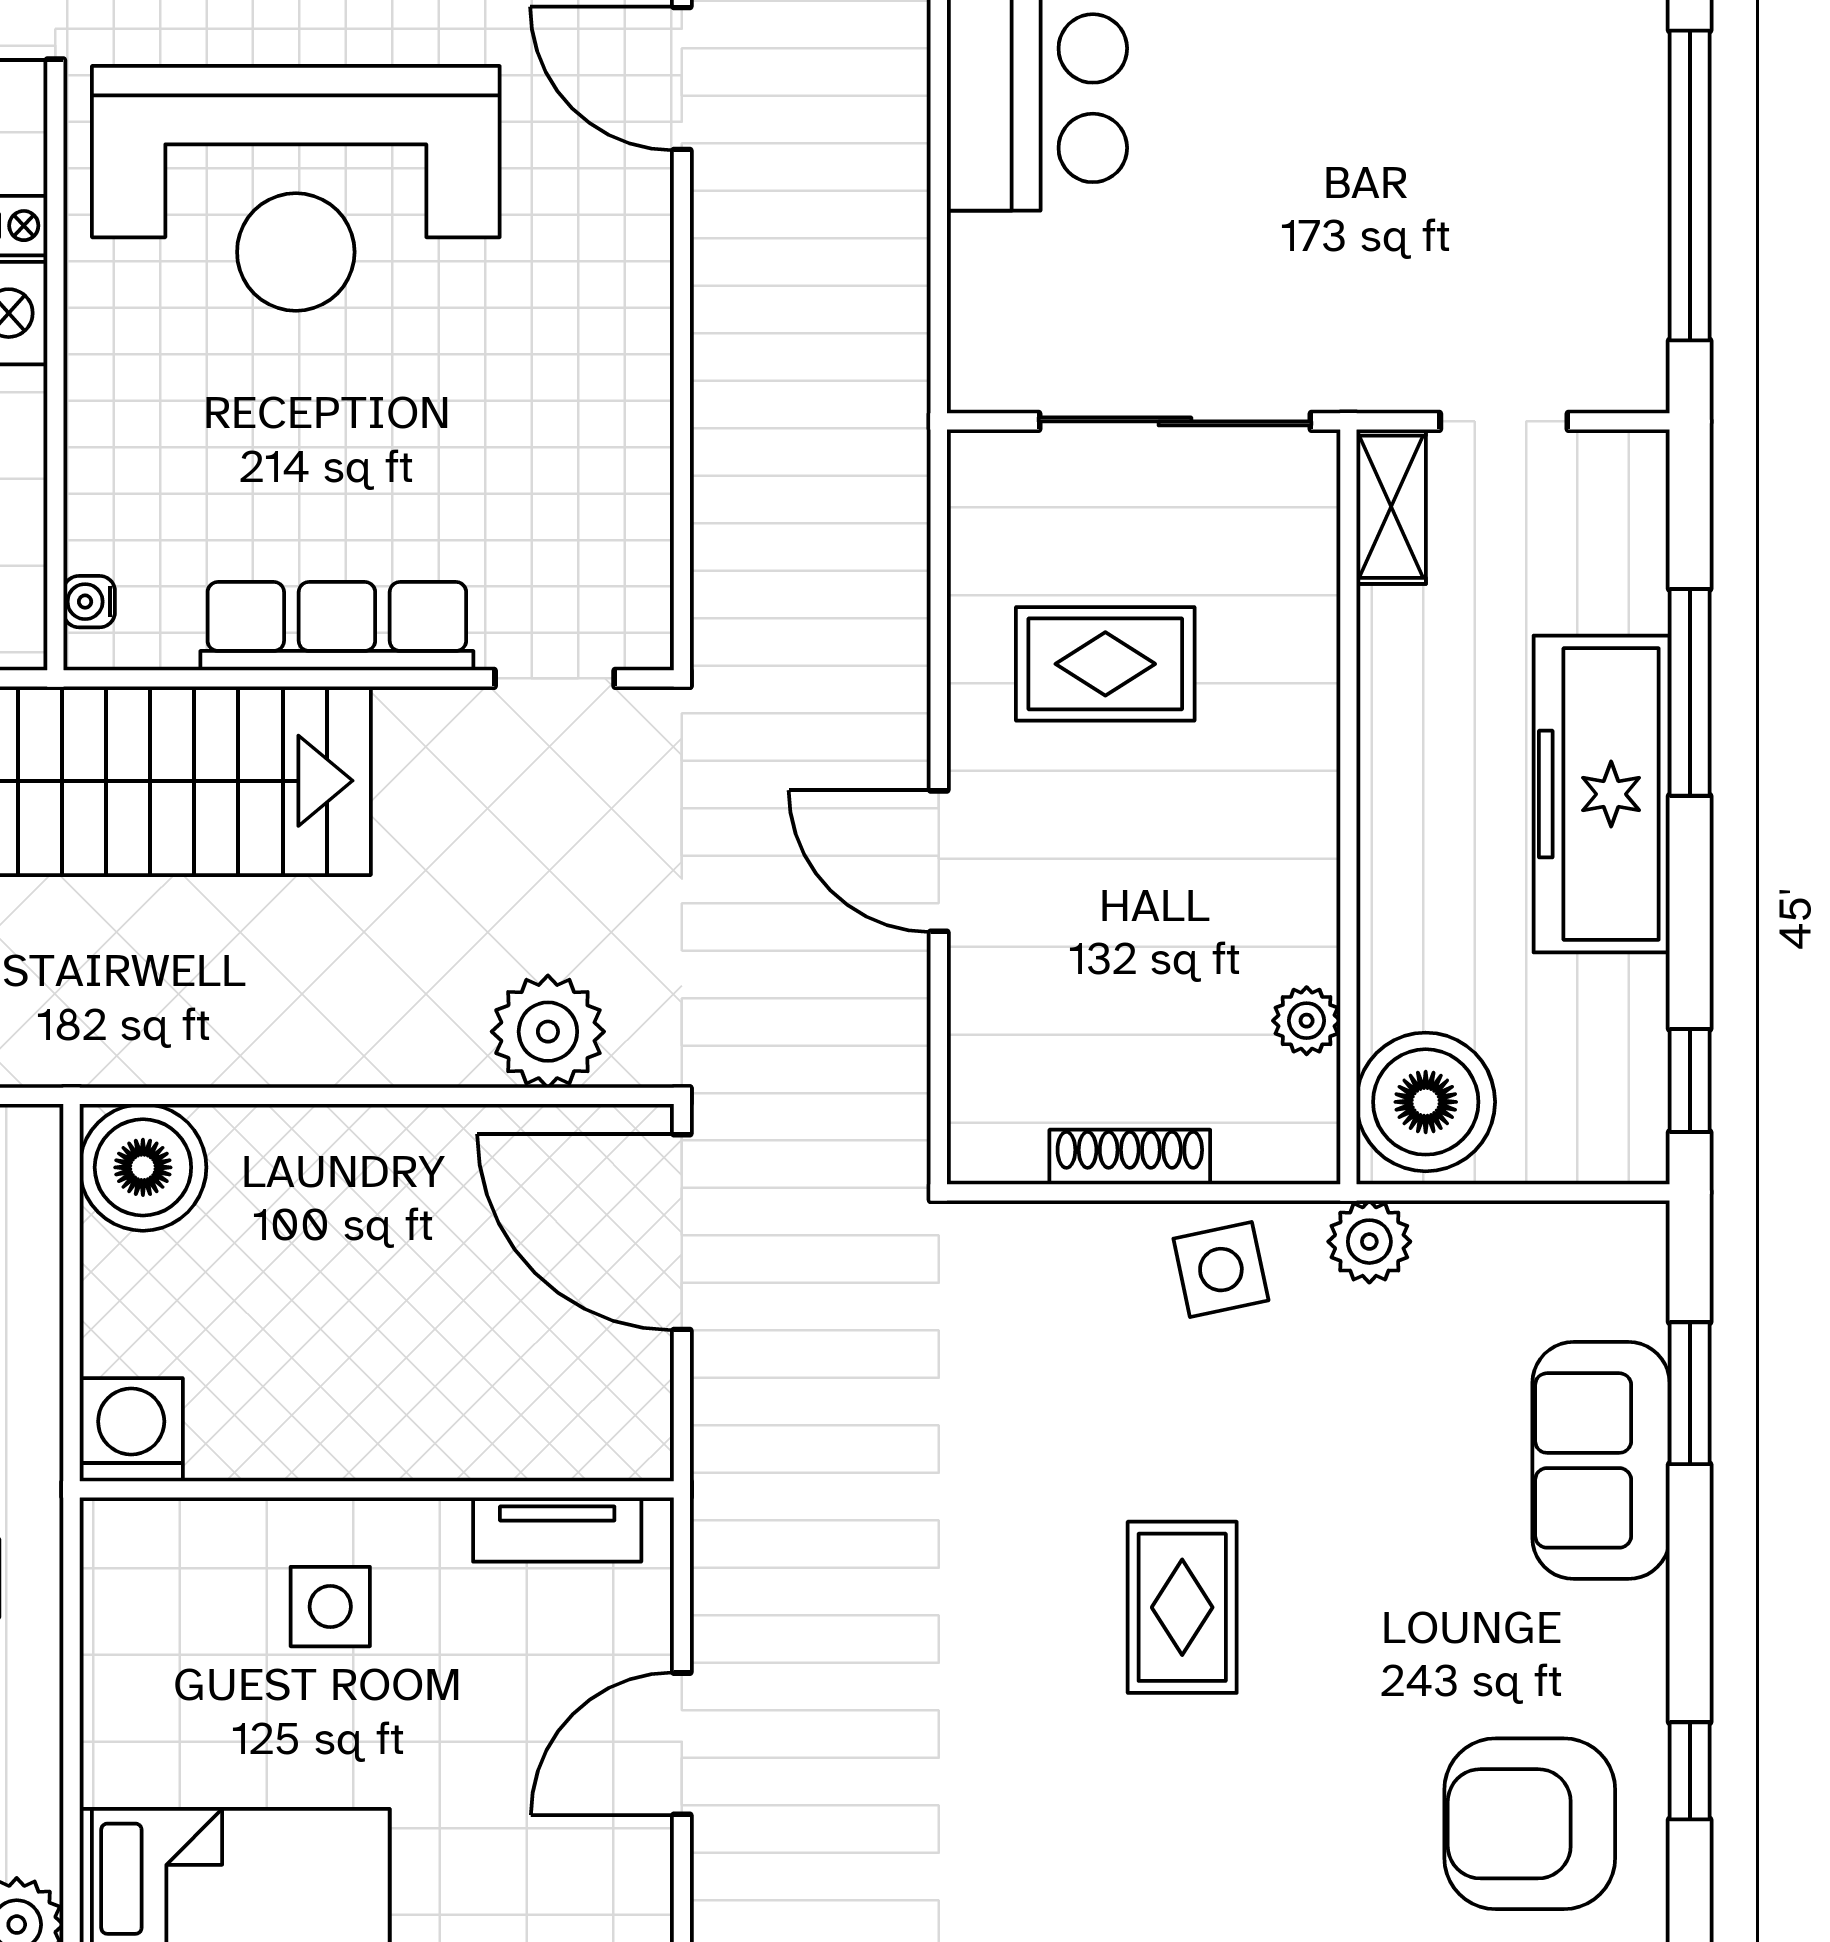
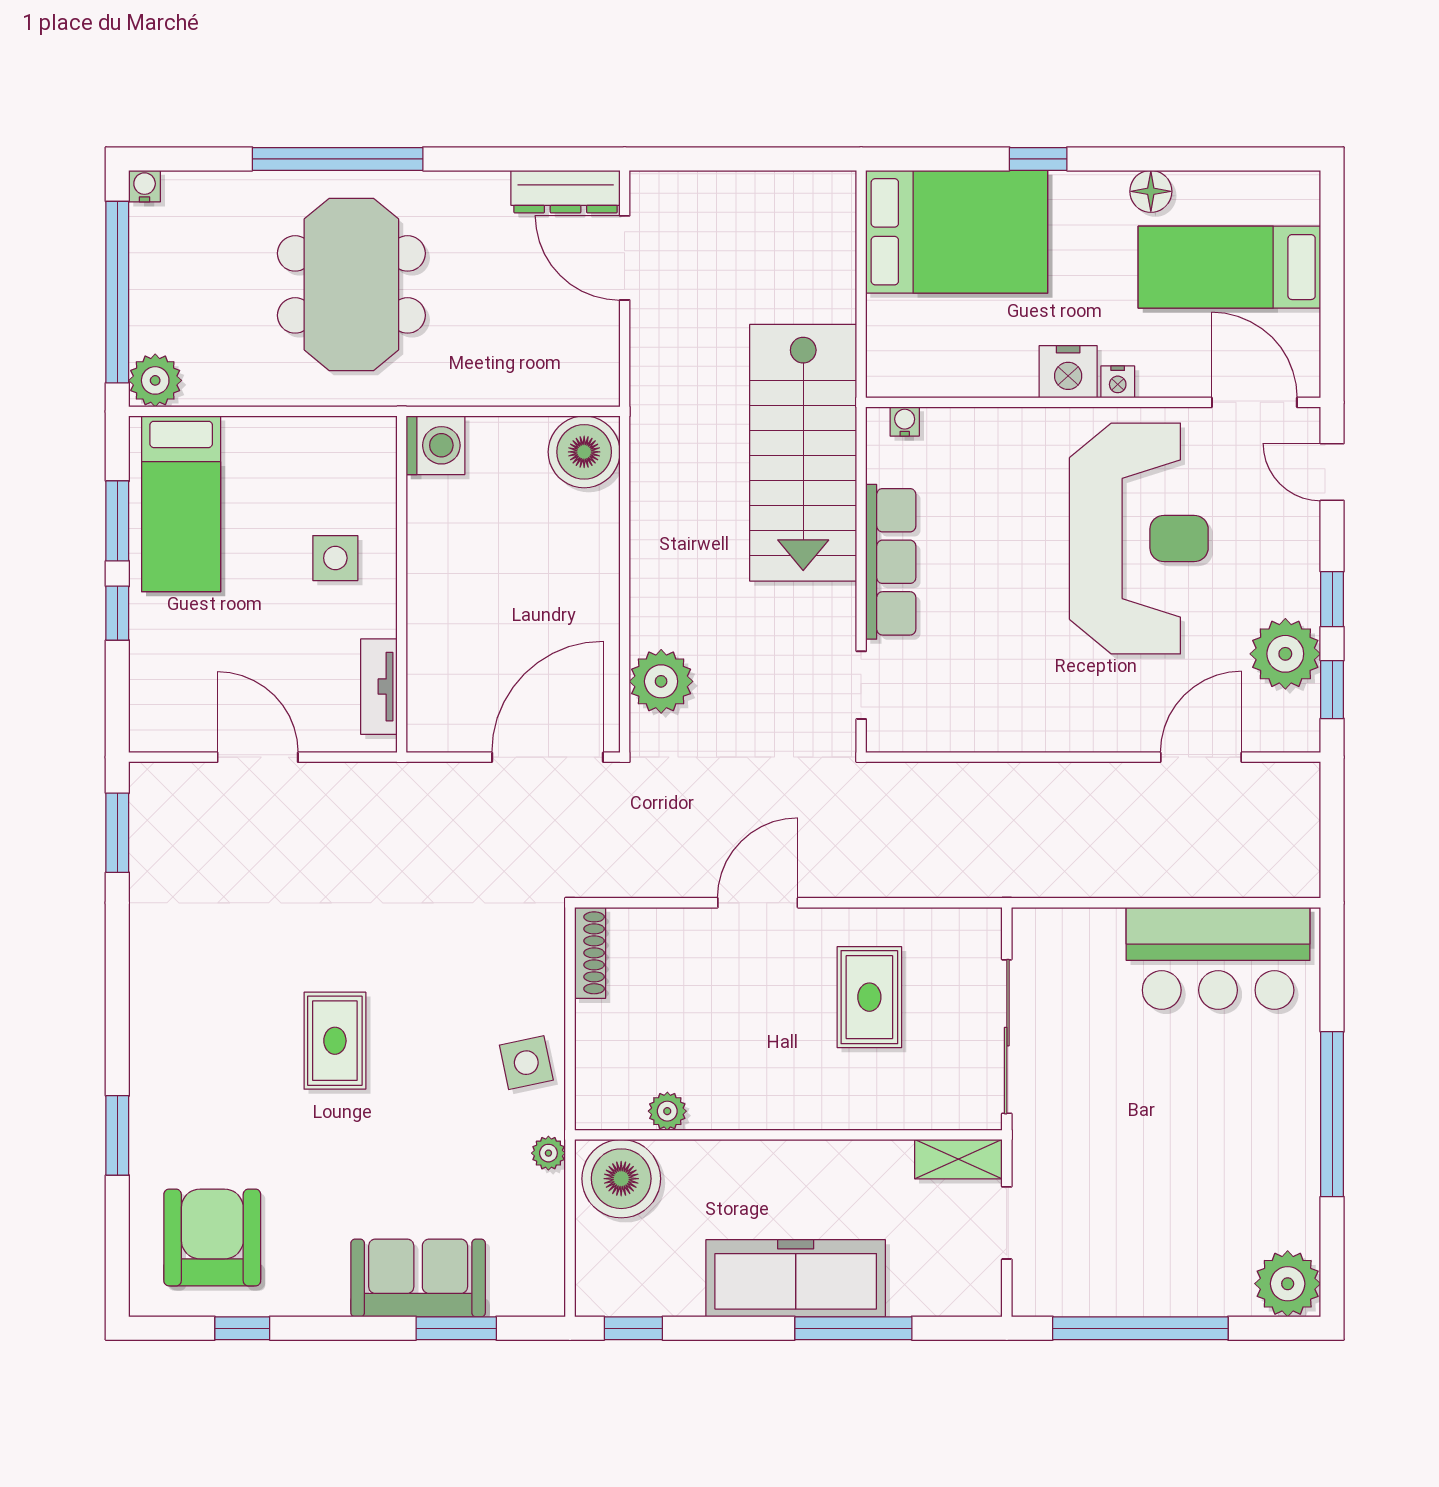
reception desk: (296, 188) -> (1139, 539), turned 180
shoe rack: (1130, 1157) -> (590, 953), moved
plant: (1369, 1242) -> (548, 1153), width x0.73, depth x0.73
rug: (1182, 1607) -> (335, 1041), turned 90

